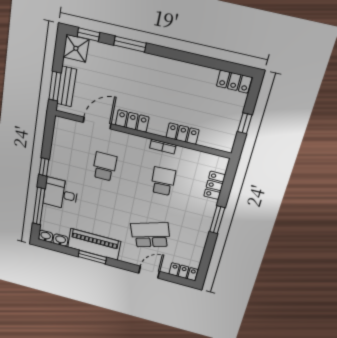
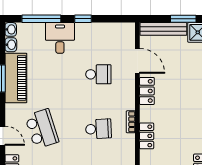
window: (55, 86) -> (183, 19), moved
bench: (66, 87) -> (163, 29), width x1.36

